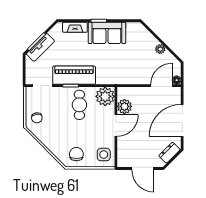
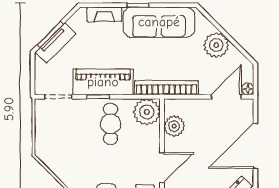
sofa: (107, 33) -> (159, 22), width x1.36
plant: (160, 49) -> (216, 45), width x1.88, depth x1.88
bookcase: (119, 79) -> (166, 88), added
chair: (37, 118) -> (51, 142), removed
door: (116, 125) -> (162, 168), moved

